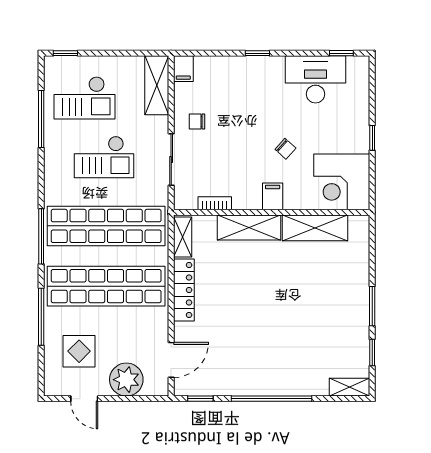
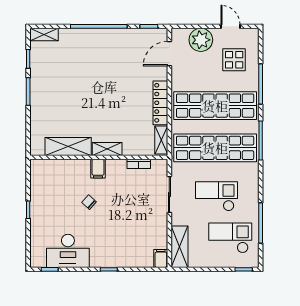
chair: (197, 121) -> (151, 221), removed
corner desk: (342, 182) -> (49, 179), removed
shelving: (249, 227) -> (107, 149), width x0.67, depth x0.75

